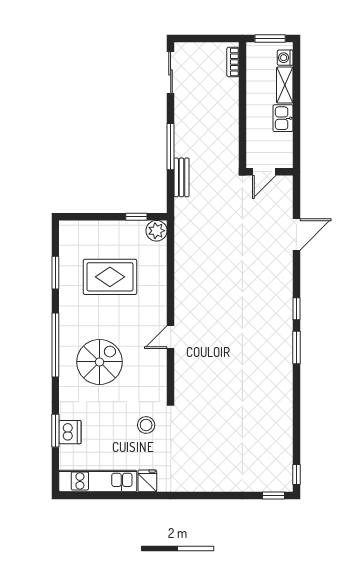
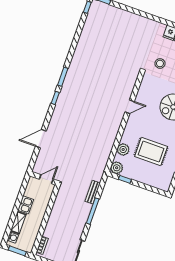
plant: (156, 264) -> (123, 149), added

